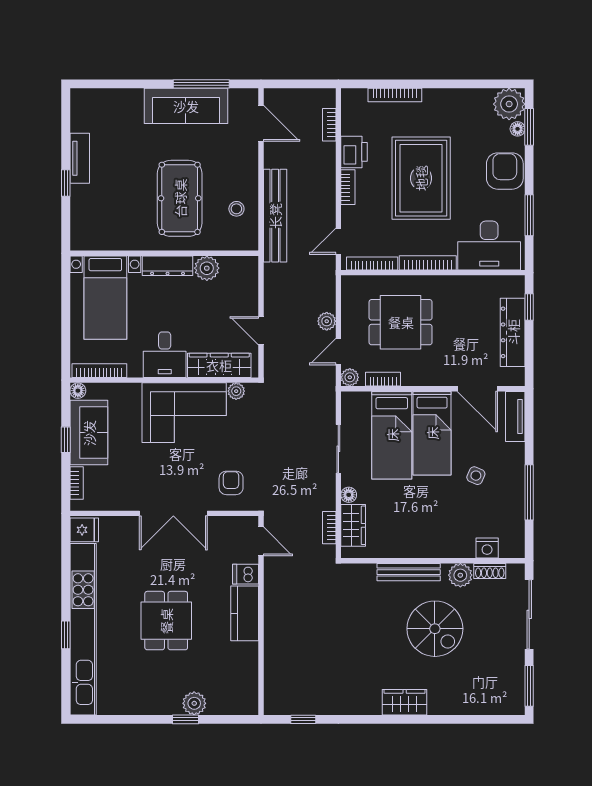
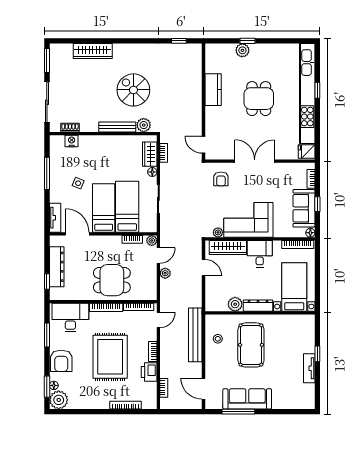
dining table: (401, 322) -> (112, 280), moved
dishwasher: (245, 574) -> (213, 126), removed
plant: (460, 575) -> (144, 125), moved
kitchen counter: (245, 613) -> (213, 90), moved
spiral stairs: (435, 629) -> (133, 90), moved
wardrobe: (405, 702) -> (93, 51), moved, width x1.50

